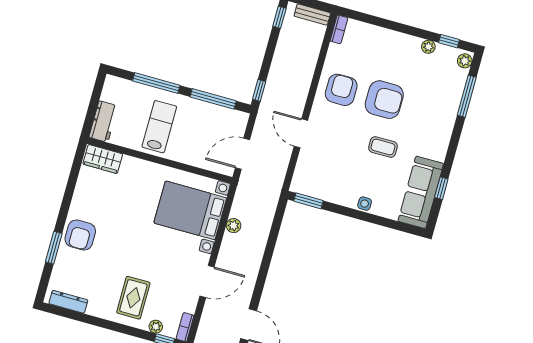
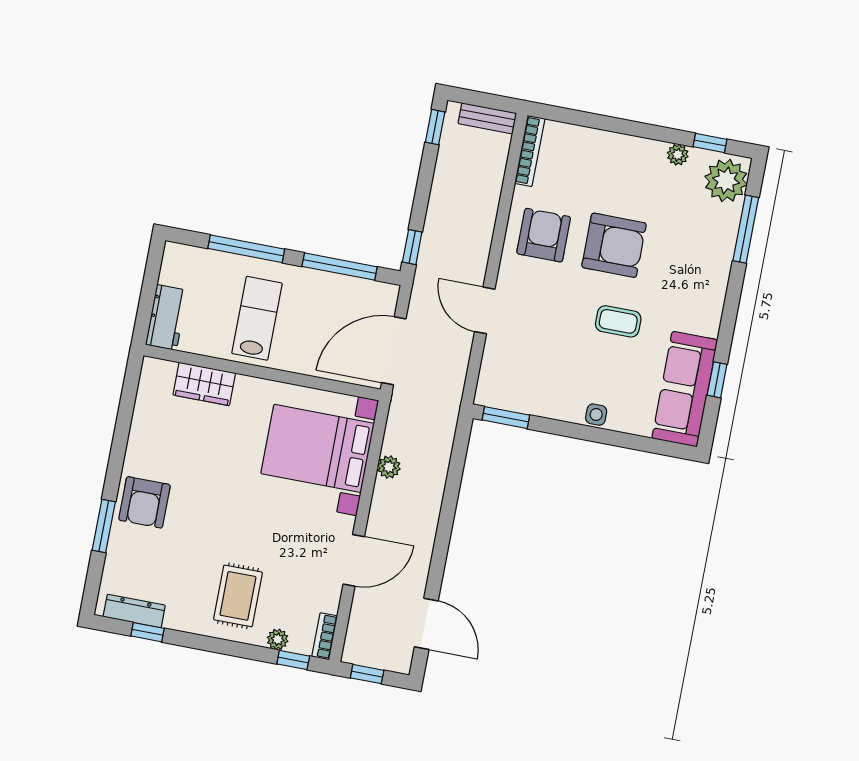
bookcase: (339, 29) -> (530, 151), width x1.56
plant: (465, 61) -> (726, 181), width x1.88, depth x1.88
door: (242, 154) -> (394, 351), width x1.36
wardrobe: (103, 159) -> (204, 384), moved
window: (76, 316) -> (148, 632), added

